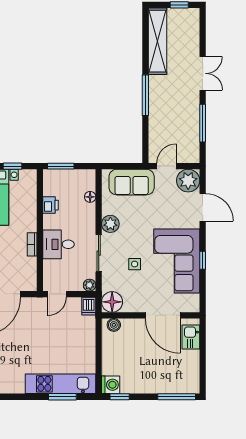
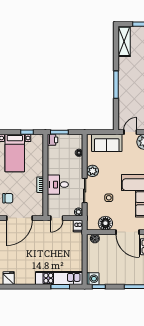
shelving: (158, 41) -> (124, 41), width x0.68
printer: (51, 205) -> (52, 140), moved
floor lamp: (112, 302) -> (105, 223), moved

